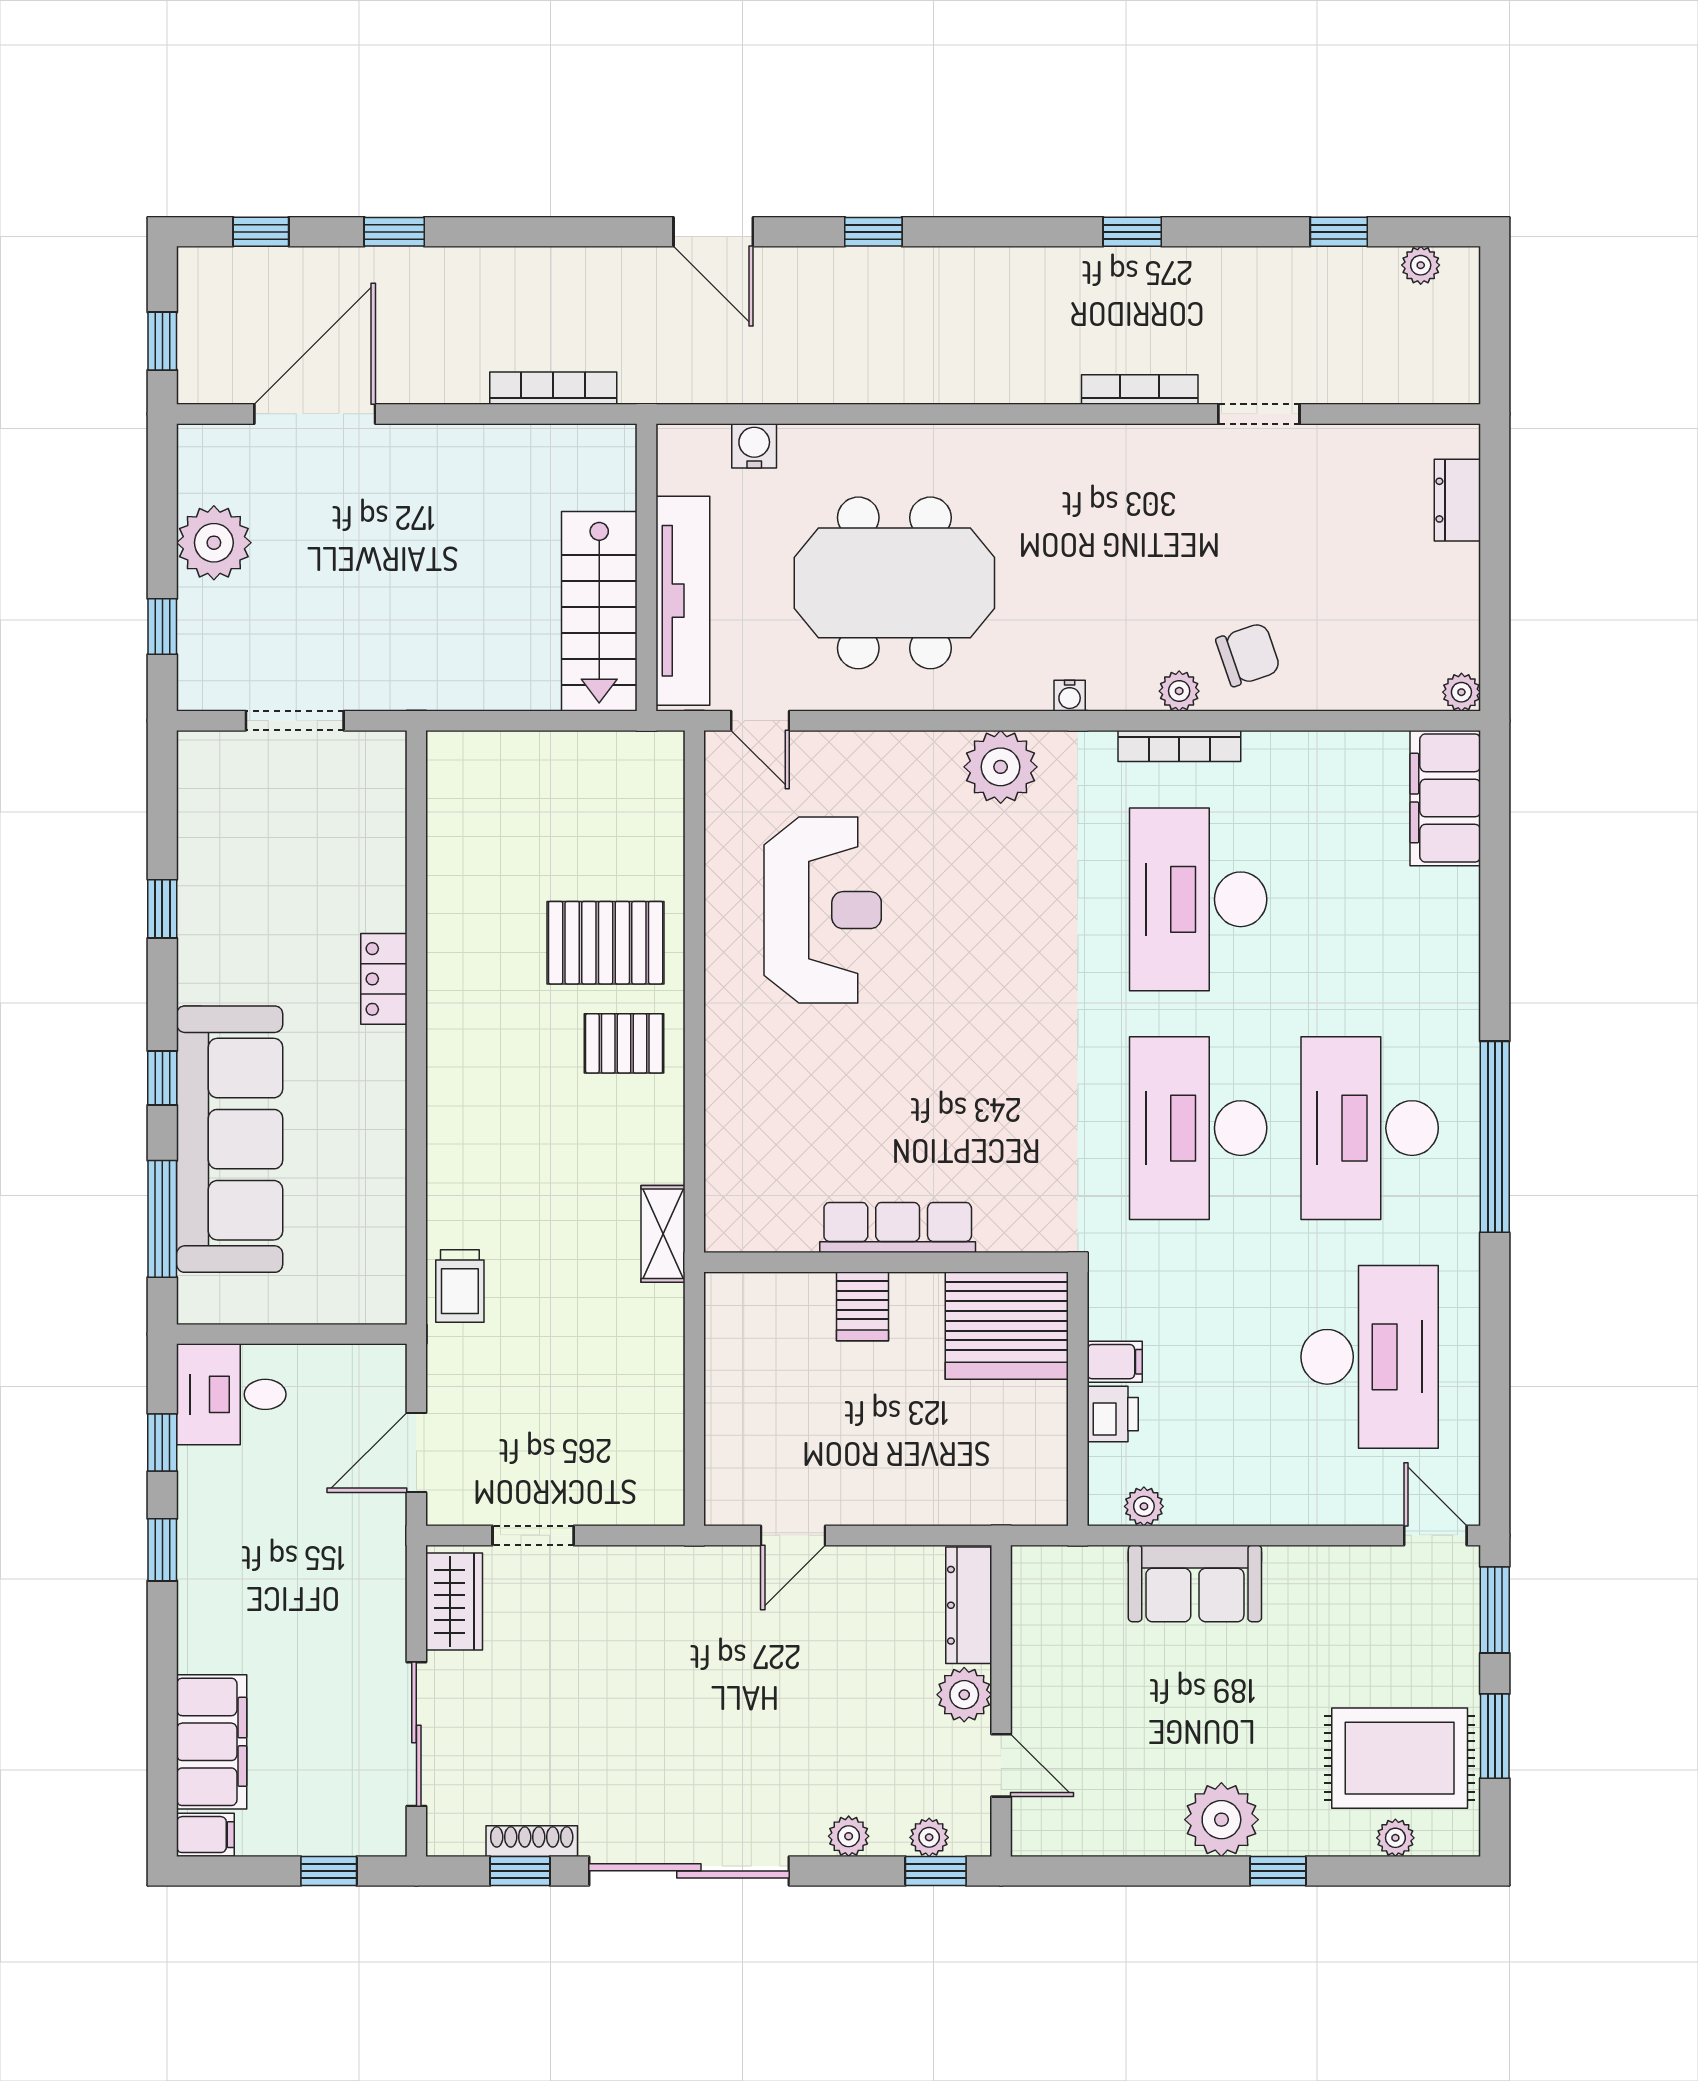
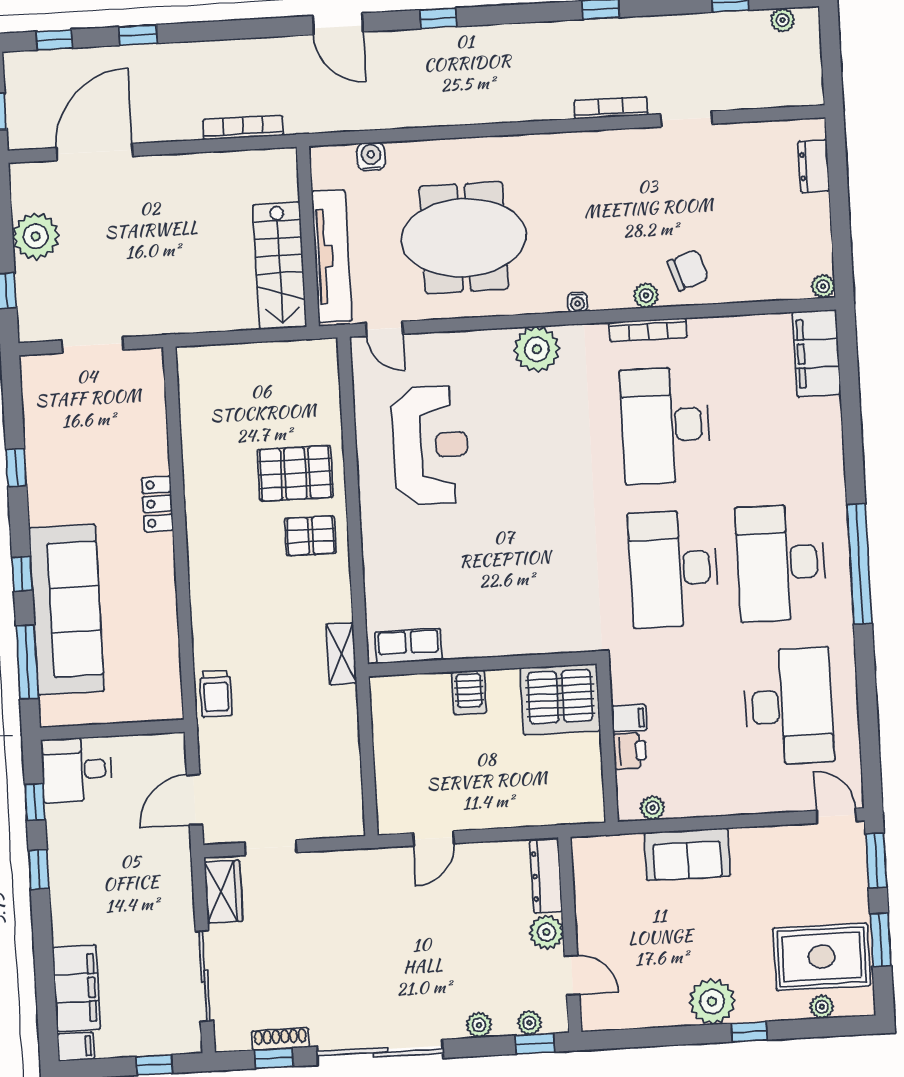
row of seats: (898, 1228) -> (409, 646), moved, width x0.68

